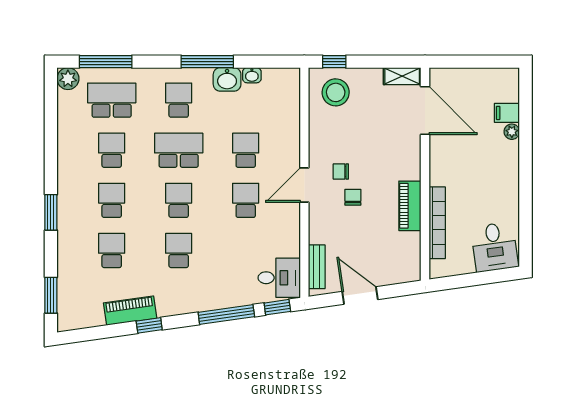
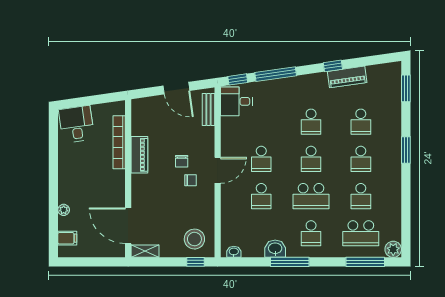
washbasin: (252, 75) -> (234, 252), moved
filing cabinet: (507, 113) -> (67, 238), moved

